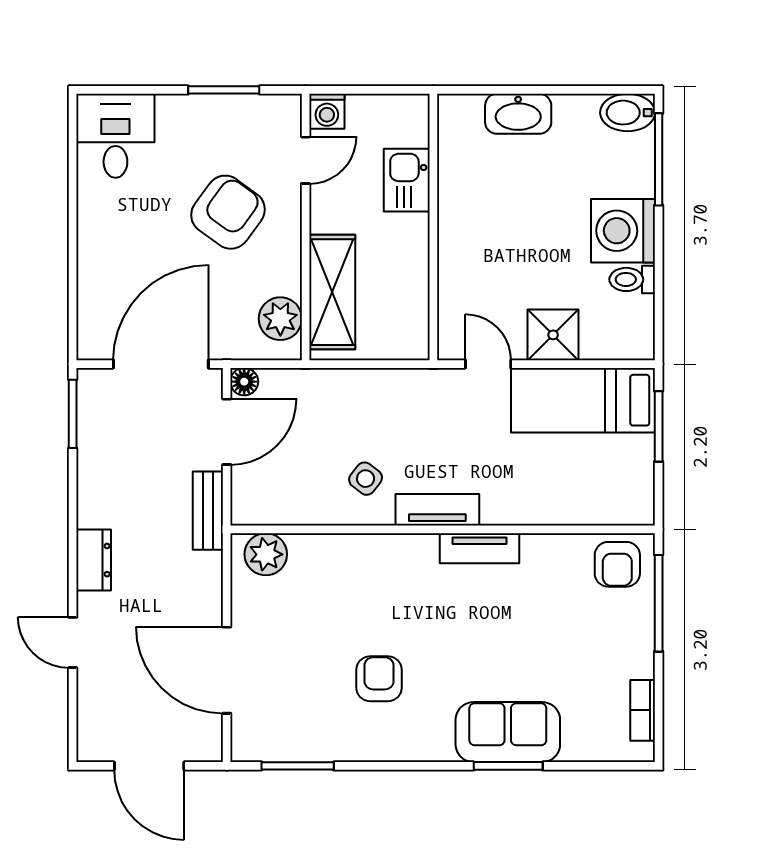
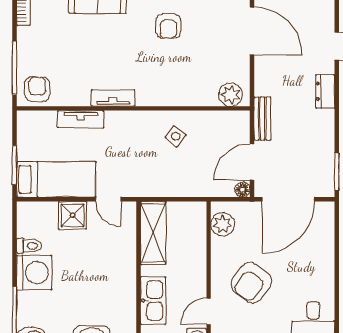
kitchen sink: (407, 180) -> (153, 300), width x1.38
shelving: (332, 292) -> (153, 233), moved
tv unit: (437, 510) -> (81, 119), moved

